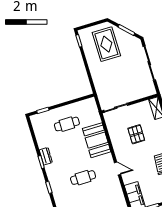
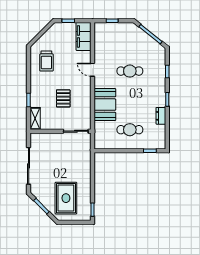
dresser: (46, 156) -> (161, 116), moved

